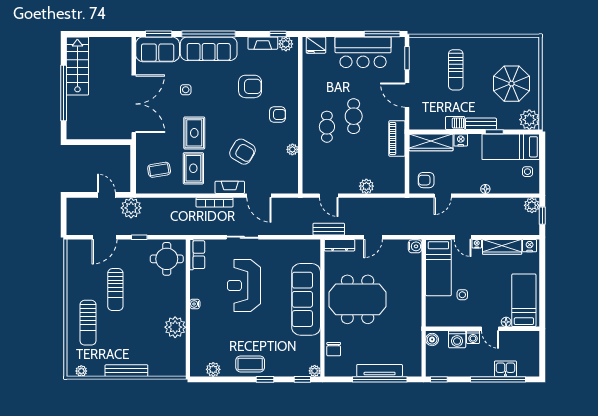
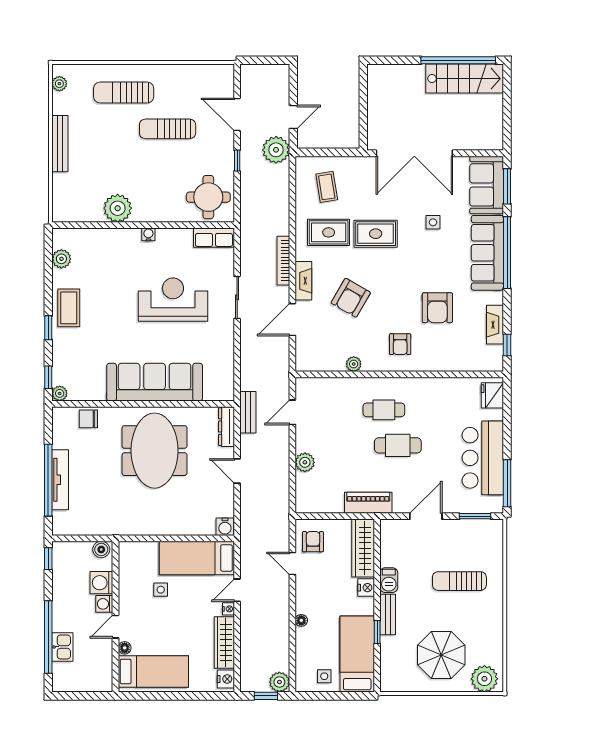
plant: (286, 44) -> (494, 355), removed
window: (64, 93) -> (458, 60), moved
plant: (529, 120) -> (484, 679), moved

